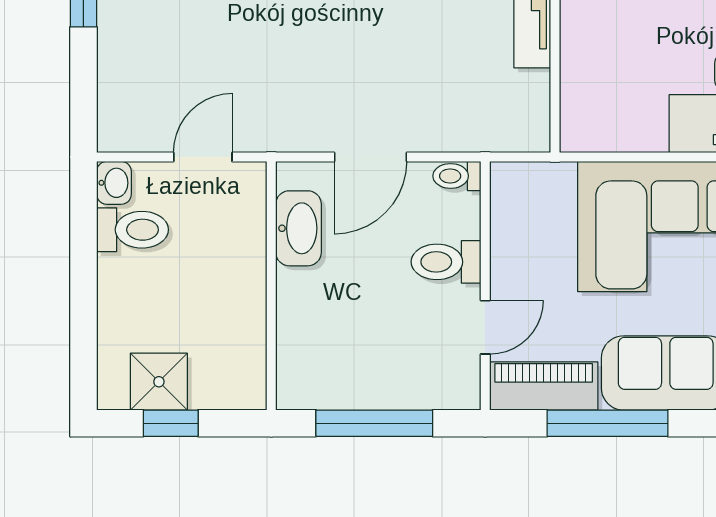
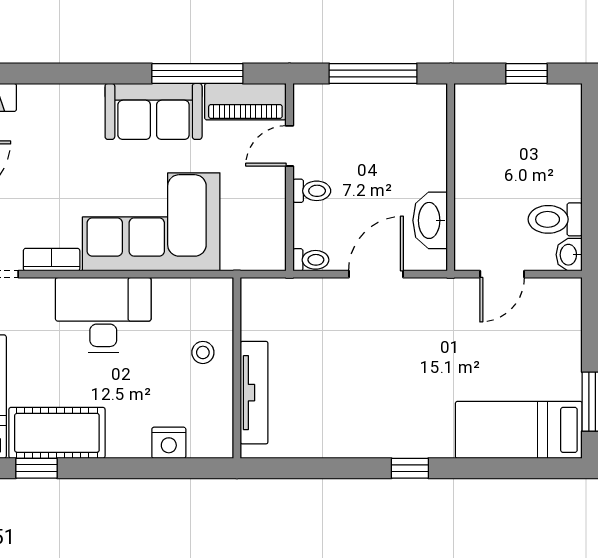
stool: (600, 53) -> (203, 352), added
toilet: (446, 262) -> (312, 191), width x0.73, depth x0.72
shower: (159, 382) -> (535, 105), removed

